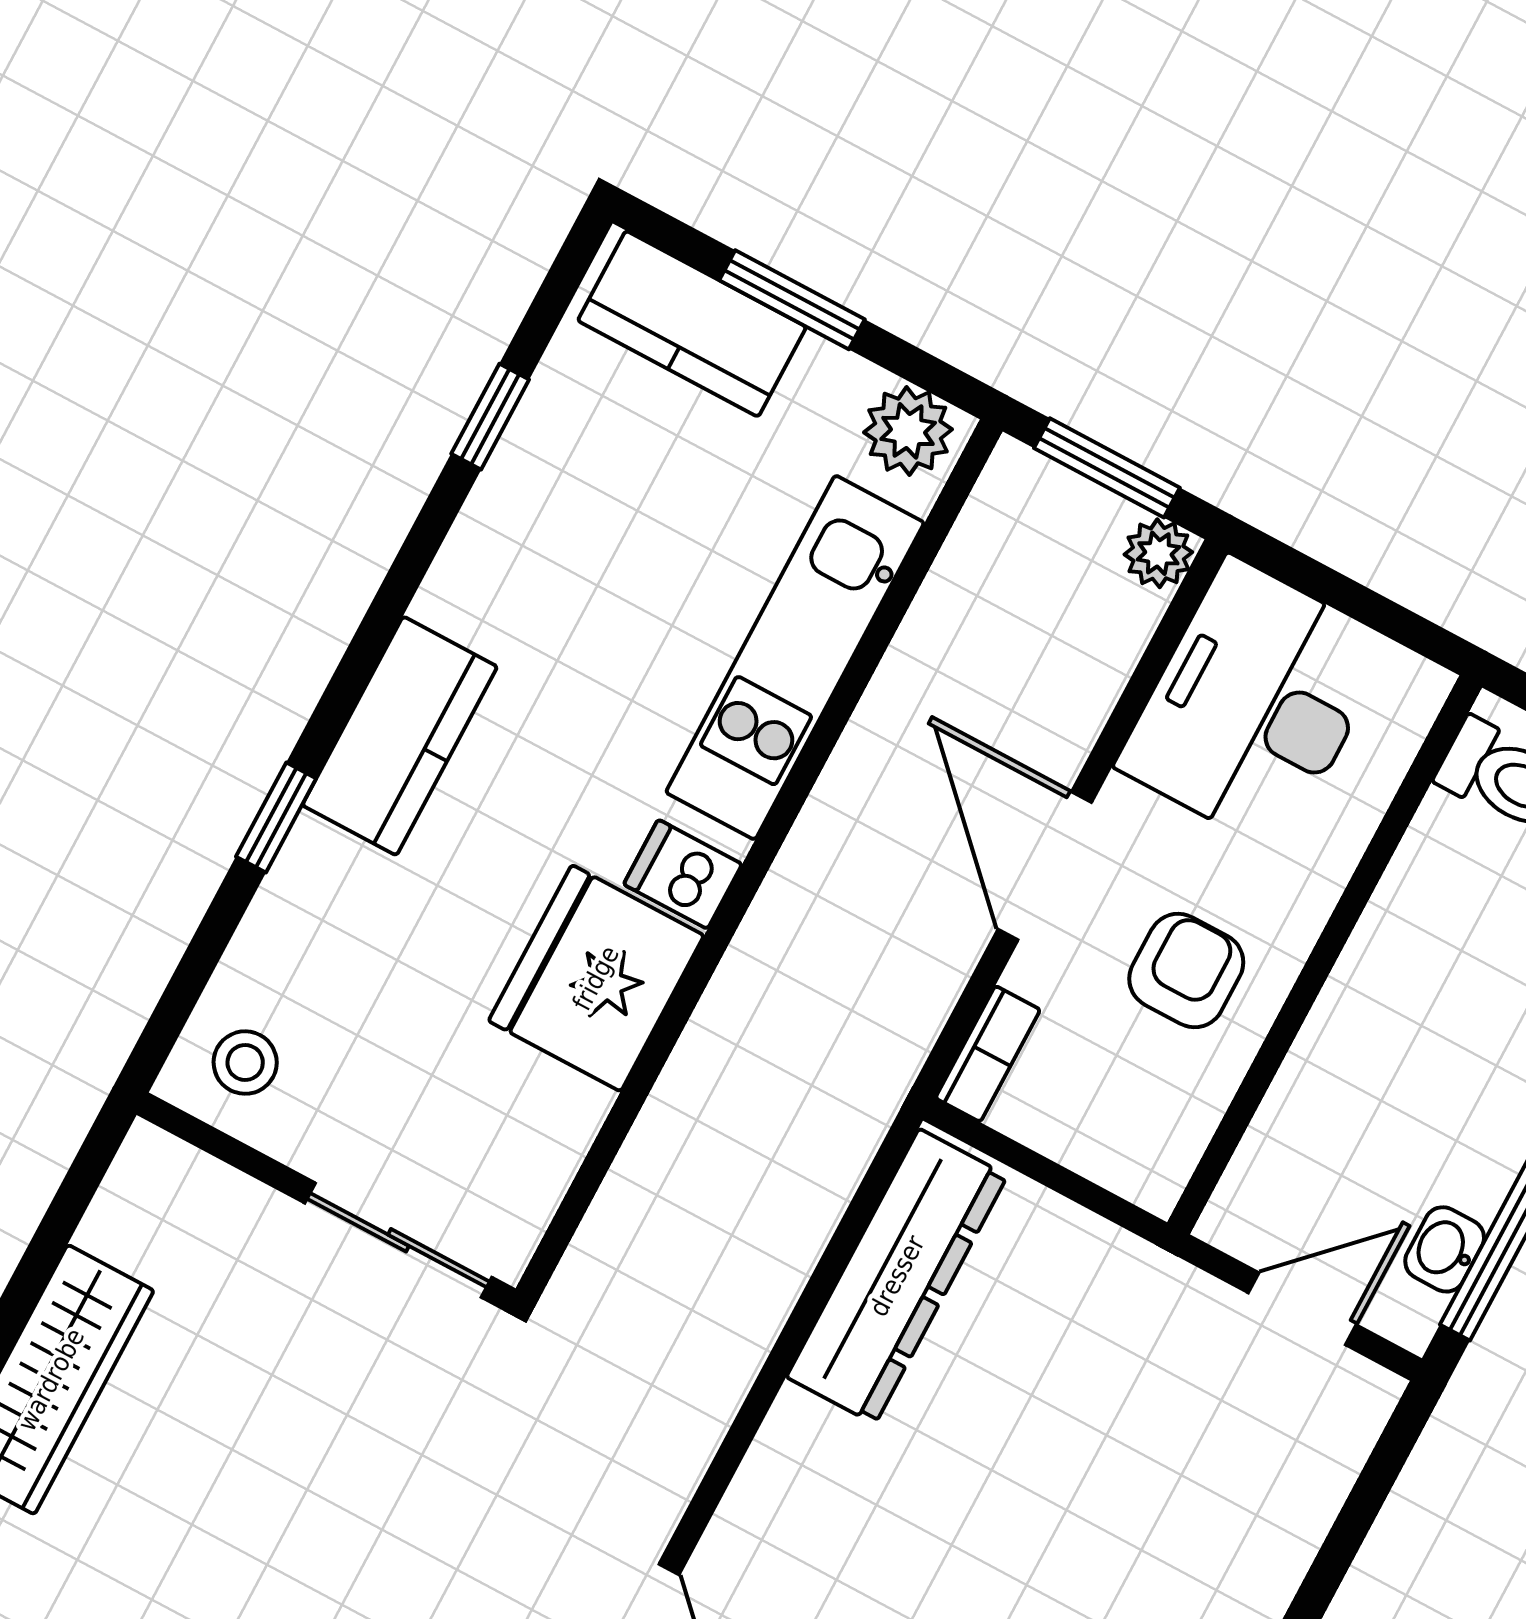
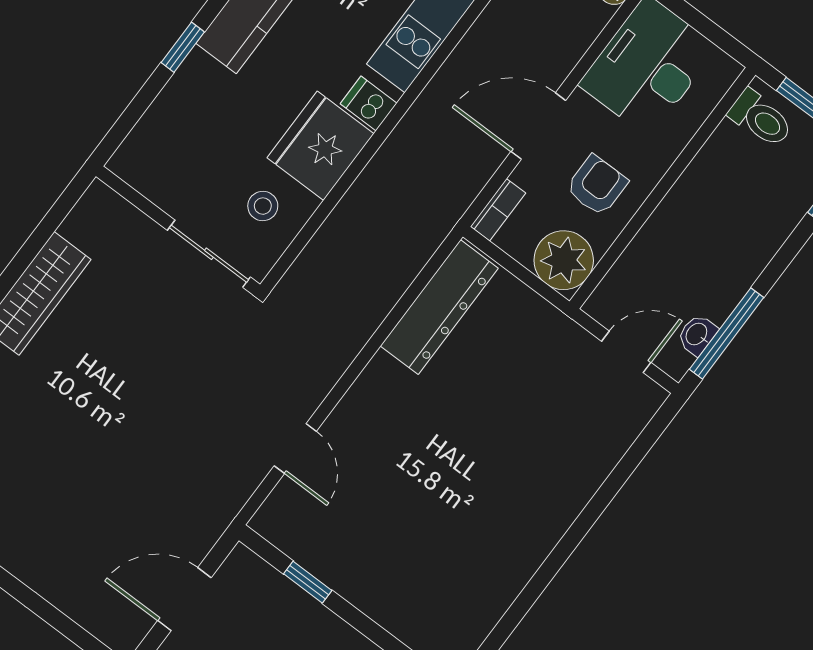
door: (1045, 866) -> (538, 126), hinge flipped
stool: (245, 1063) -> (263, 206), moved
plant: (1142, 1138) -> (564, 260), added

